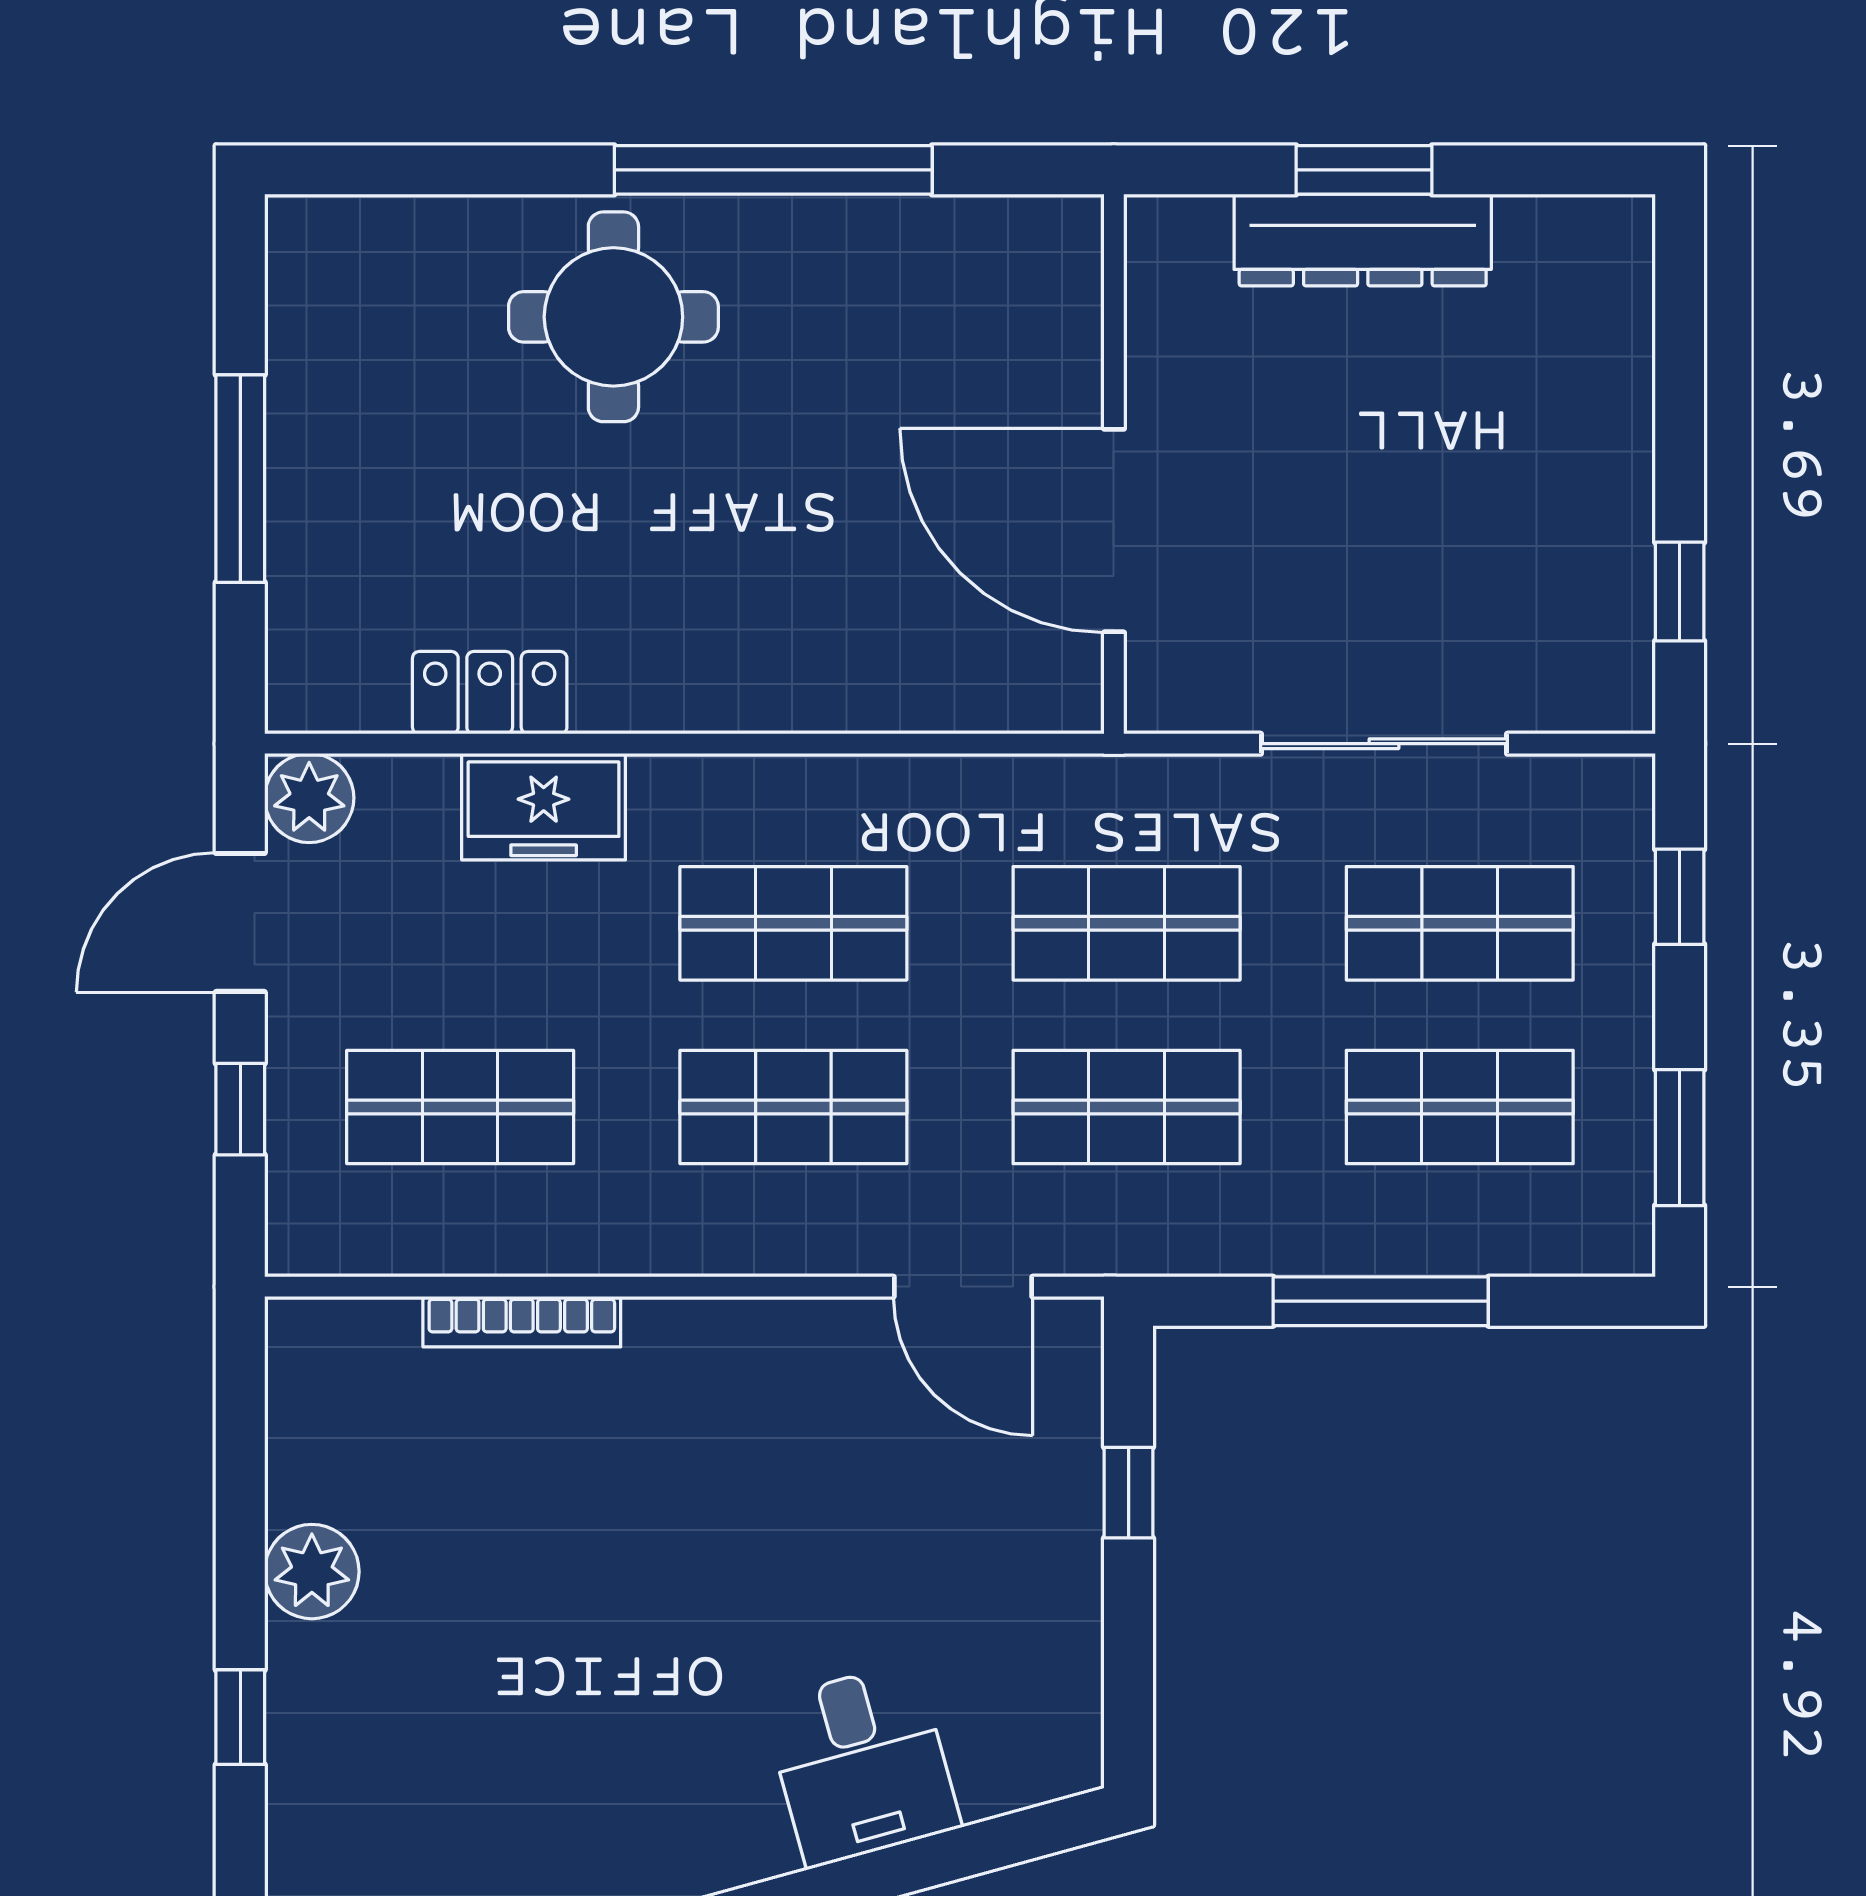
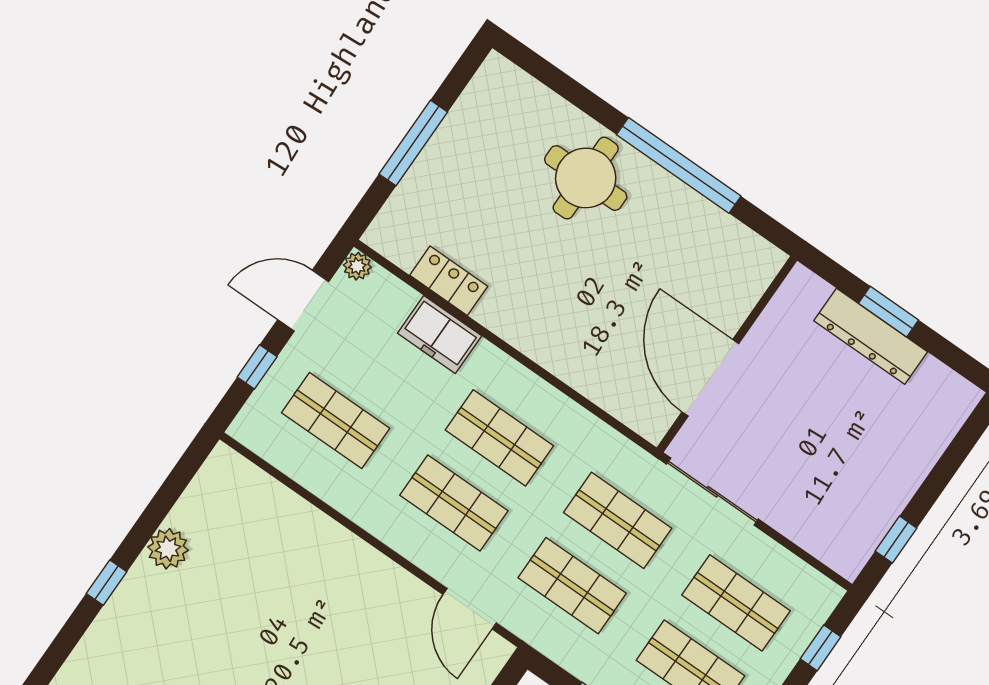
sliding door: (1384, 744) -> (712, 492), moved
plant: (309, 798) -> (357, 266), width x0.73, depth x0.73
bookcase: (522, 1322) -> (304, 512), removed

